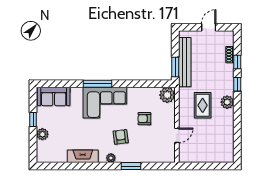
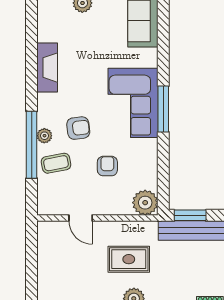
window: (97, 84) -> (163, 109), moved
coffee table: (143, 151) -> (56, 163), added
plant: (111, 158) -> (44, 136), moved
window: (131, 166) -> (32, 145), width x2.11

